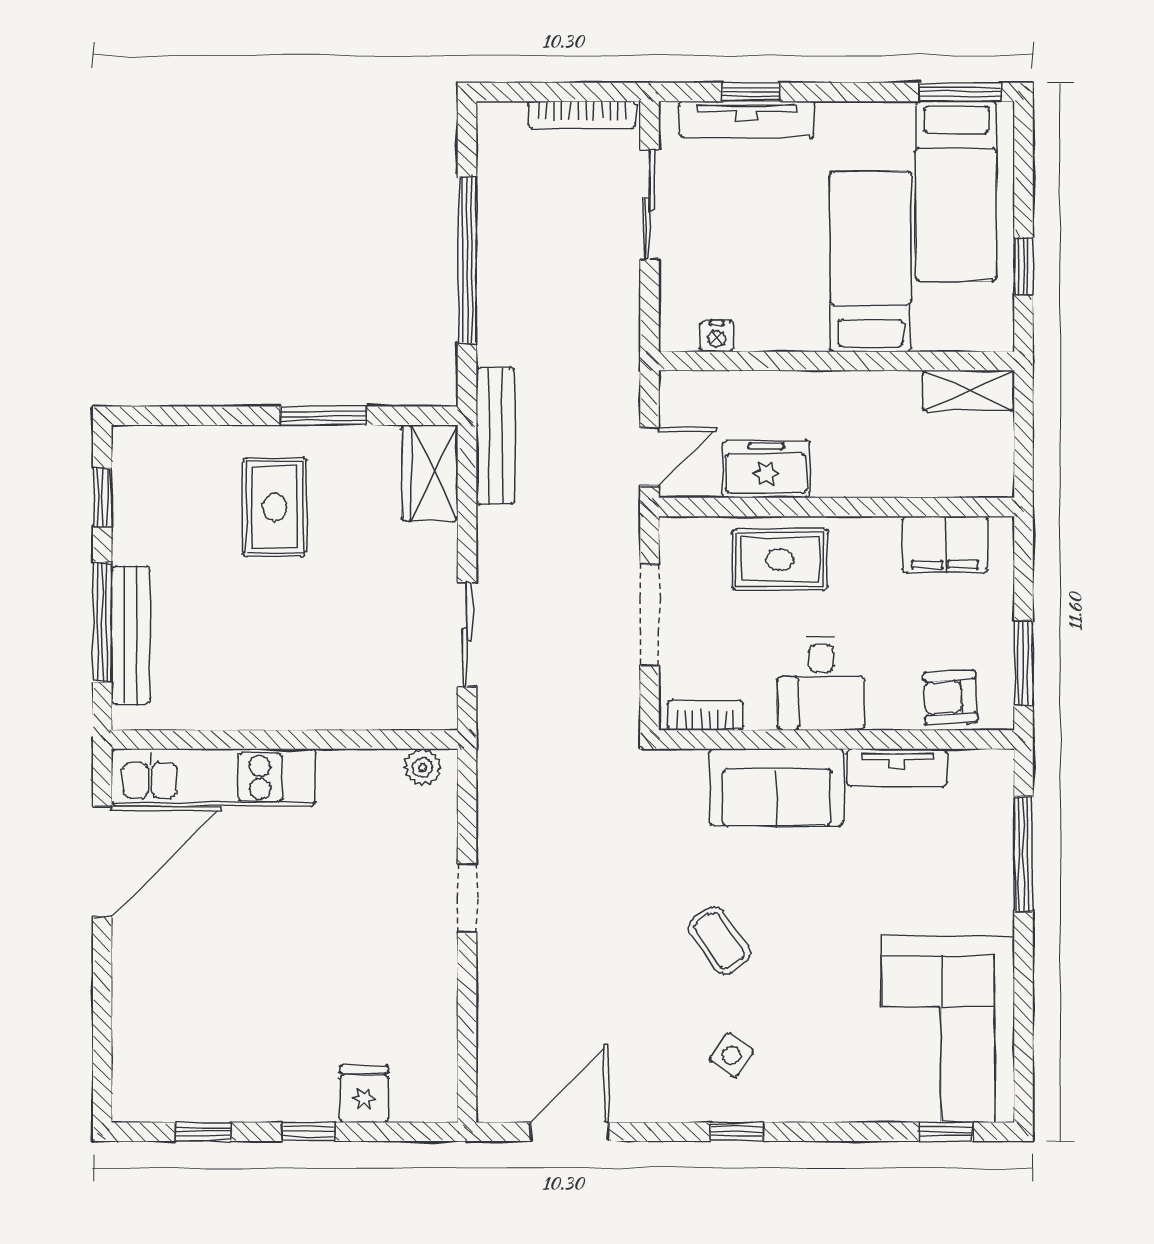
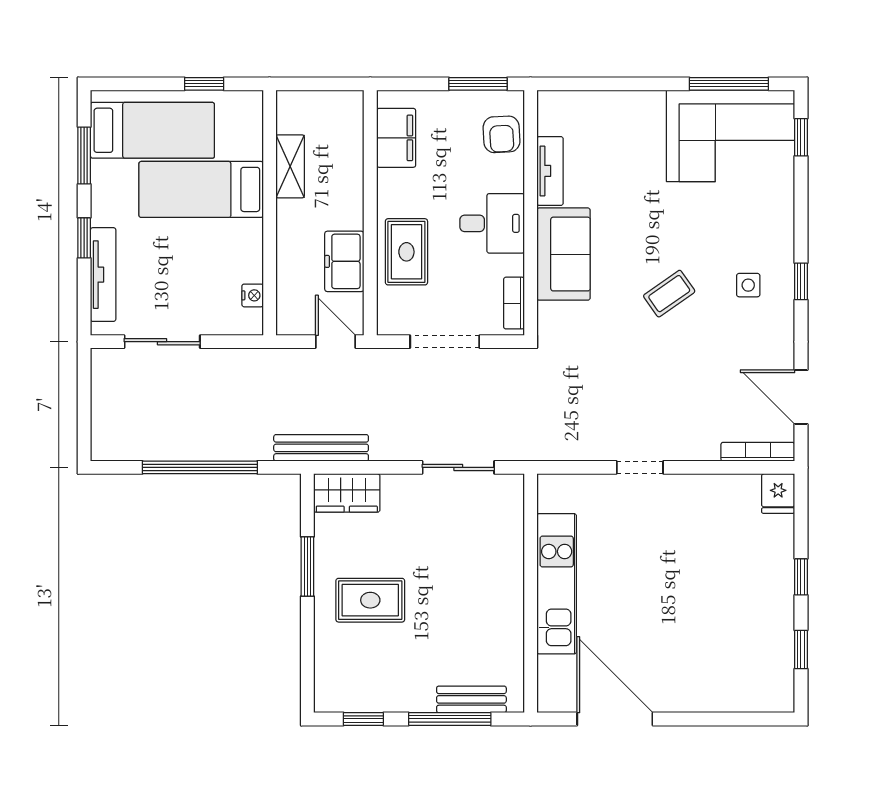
window: (751, 92) -> (84, 238), moved
window: (960, 92) -> (84, 156), moved
bookcase: (582, 115) -> (758, 452), moved, turned -90
shelving: (969, 391) -> (290, 166), moved
bench: (131, 635) -> (471, 699), width x0.73
plant: (423, 767) -> (550, 498), removed
kitchen unit: (213, 777) -> (557, 584), moved
window: (1023, 854) -> (729, 84), moved
side table: (732, 1055) -> (748, 285), turned -35
fridge: (364, 1094) -> (778, 494), moved, turned -90

